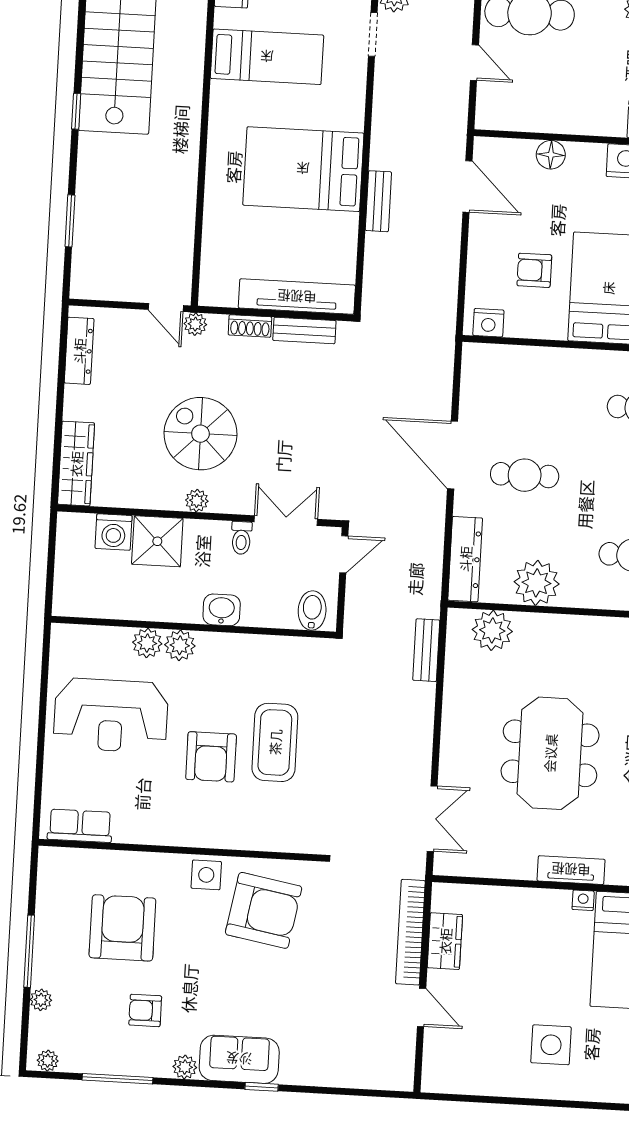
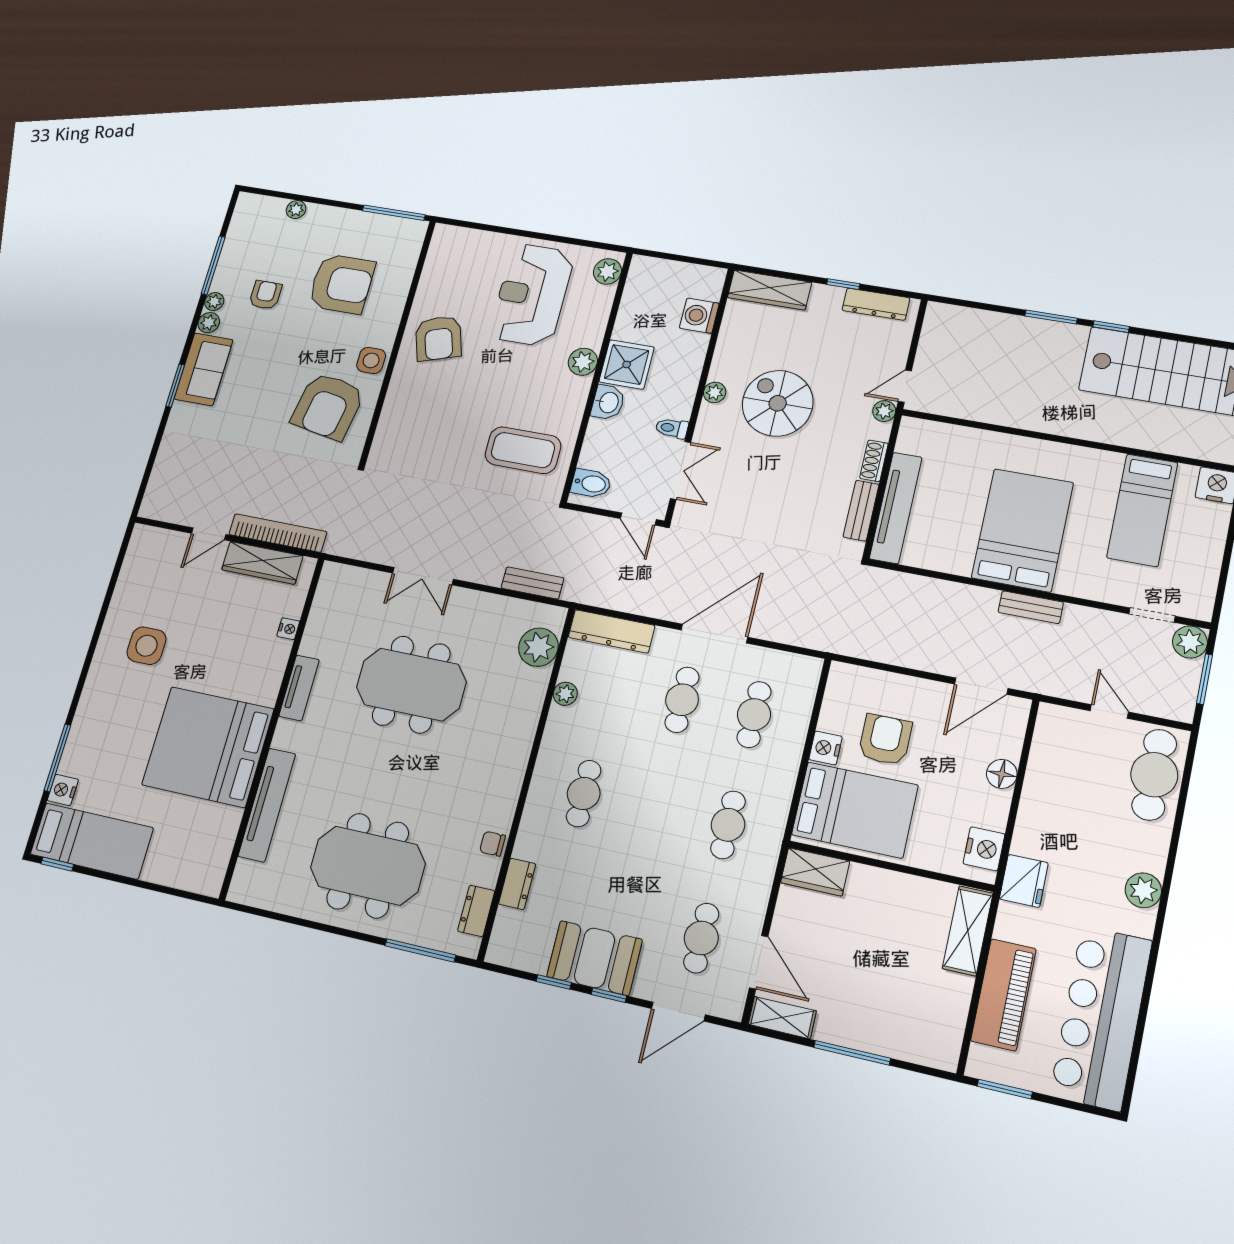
door: (474, 63) -> (1109, 711), swing flipped
bench: (378, 201) -> (1031, 607), moved
window: (70, 221) -> (1051, 317), moved
armchair: (534, 270) -> (885, 740), width x1.38, depth x1.38
nightstand: (488, 323) -> (826, 748), moved
window: (61, 388) -> (843, 284), added
cafe table: (529, 401) -> (754, 715), added
spiral stairs: (200, 434) -> (778, 403), turned -90
shower: (157, 541) -> (627, 364), moved
plant: (537, 583) -> (565, 694), width x0.53, depth x0.53
plant: (147, 643) -> (607, 271), moved
coffee table: (275, 742) -> (523, 450), moved
armchair: (211, 757) -> (438, 338), moved, turned -108
double door: (432, 819) -> (423, 576), moved
row of seats: (80, 826) -> (439, 258), removed
nightstand: (583, 900) -> (288, 629), moved
wardrobe: (445, 941) -> (262, 563), width x1.50
window: (29, 951) -> (394, 213), moved
plant: (48, 1061) -> (214, 302), moved
window: (262, 1087) -> (175, 386), width x1.50

